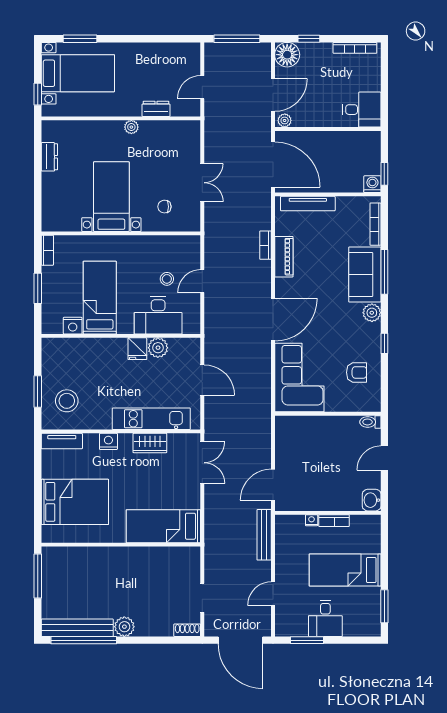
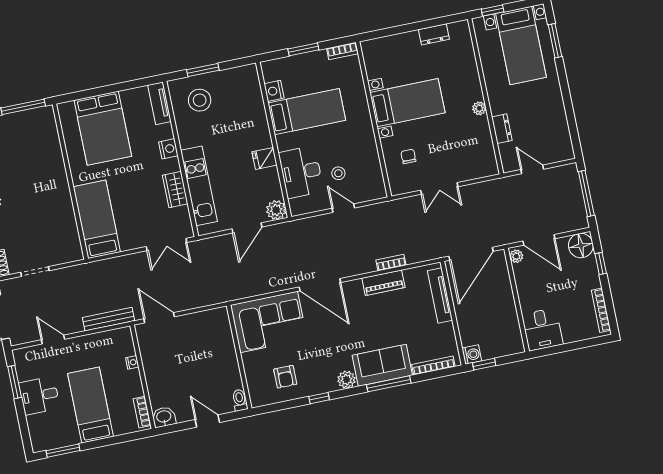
plant: (158, 348) -> (276, 210), moved
bookcase: (334, 521) -> (142, 412), moved

